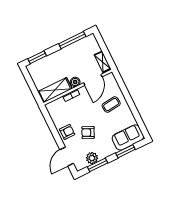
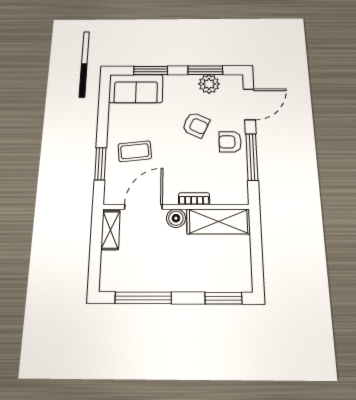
window: (124, 90) -> (100, 164), added
window: (53, 129) -> (252, 157), added

